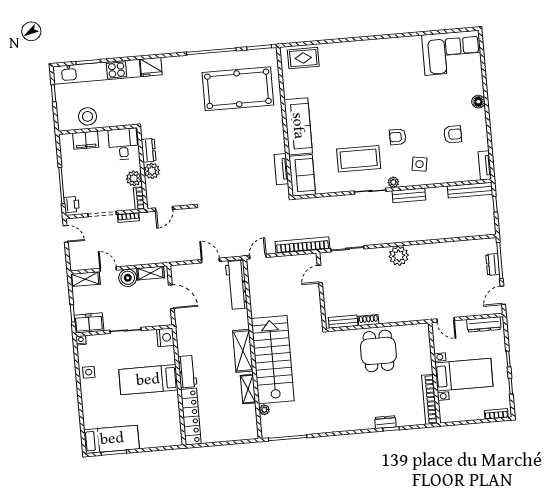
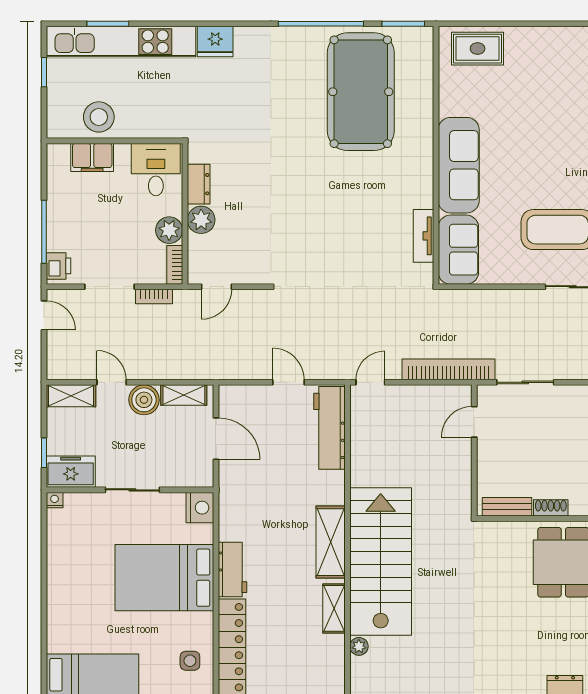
pool table: (238, 89) -> (361, 92), turned 90
side table: (89, 372) -> (190, 661), moved
bed: (148, 380) -> (164, 578), width x1.50

